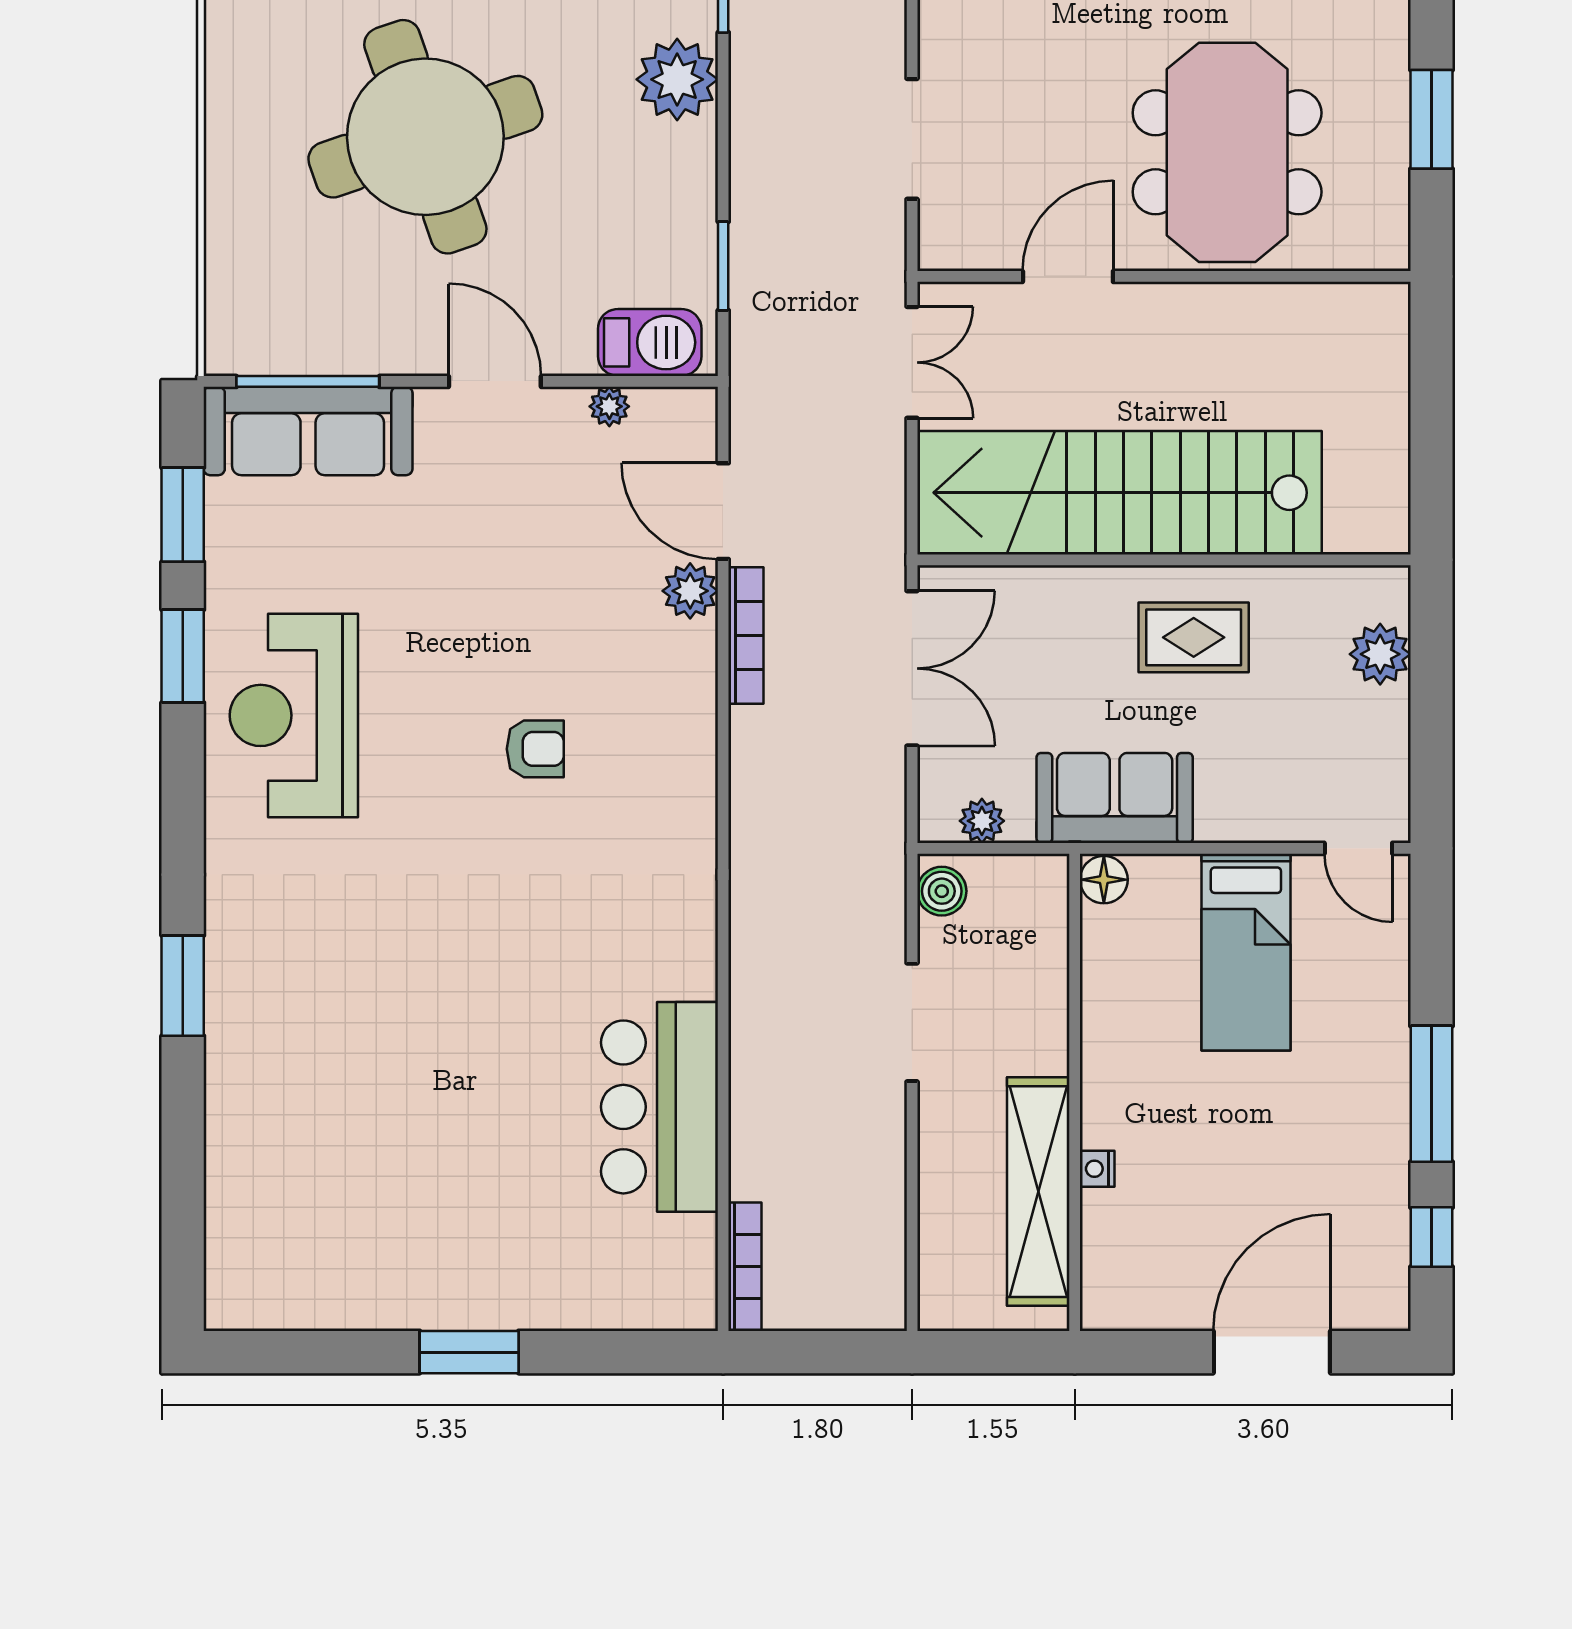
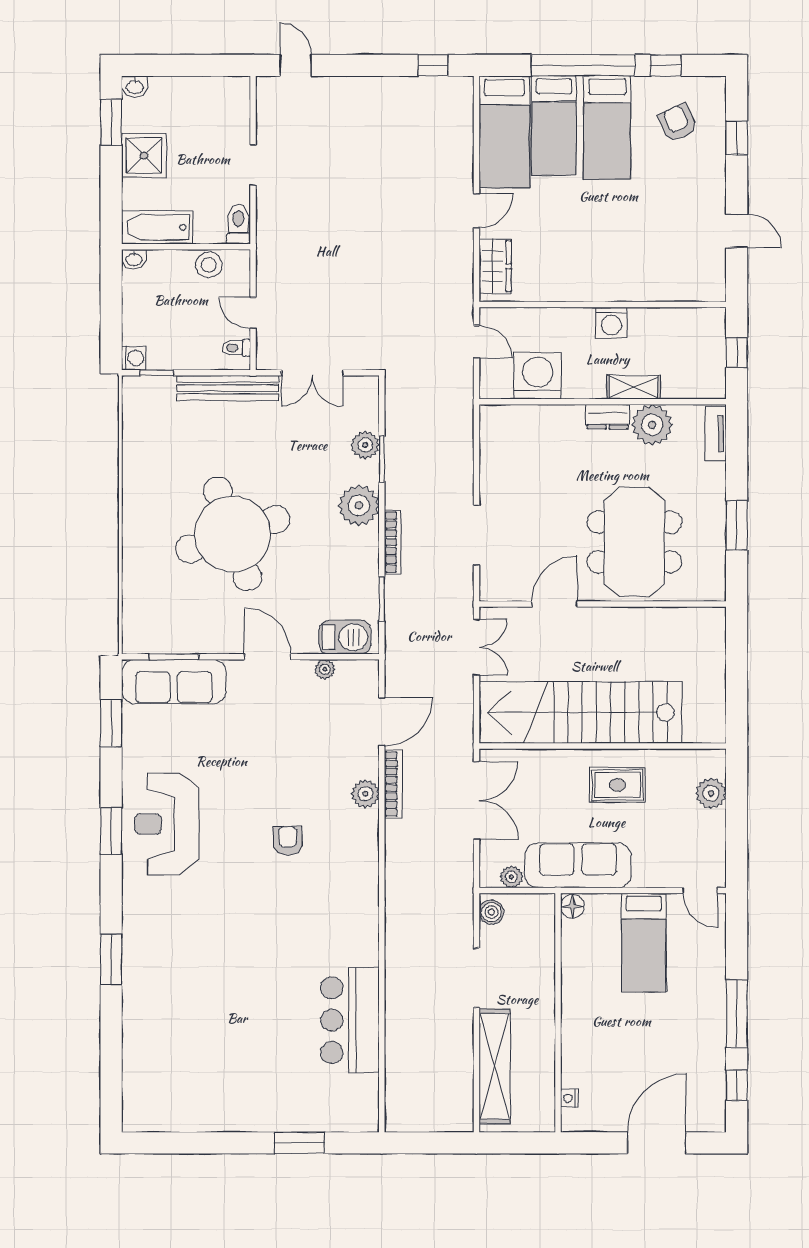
window: (308, 381) -> (174, 657), width x0.69
door: (723, 511) -> (382, 722), swing flipped
plant: (690, 591) -> (365, 794), moved
window: (183, 656) -> (111, 831), moved
armchair: (535, 749) -> (288, 841), turned -92
sofa: (1115, 798) -> (578, 865), width x1.36
nightstand: (1097, 1169) -> (569, 1098), moved
shelving: (1038, 1192) -> (495, 1066), moved
bookcase: (745, 1267) -> (393, 542), moved
window: (469, 1352) -> (299, 1143), moved

